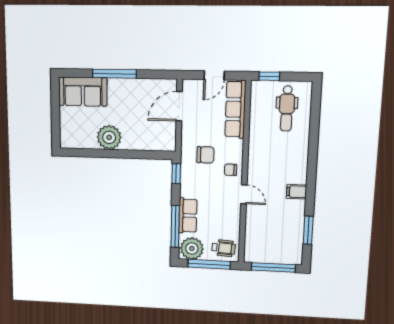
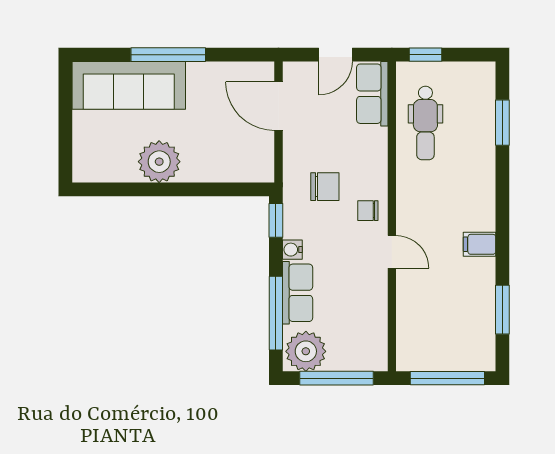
sofa: (83, 92) -> (129, 85), width x1.36
door: (179, 106) -> (279, 106), hinge flipped
dental chair: (287, 108) -> (425, 123), moved
row of seats: (235, 109) -> (372, 94), width x0.68
window: (315, 119) -> (502, 123), added
water cooler: (185, 191) -> (292, 250), added
wheelchair: (223, 248) -> (361, 348), removed

